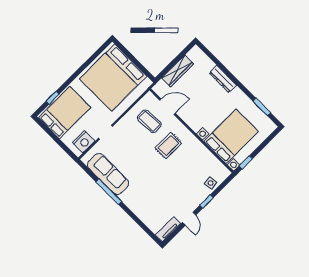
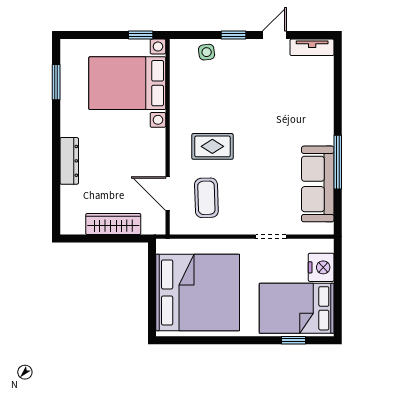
nightstand: (84, 142) -> (321, 267), moved, turned 90

